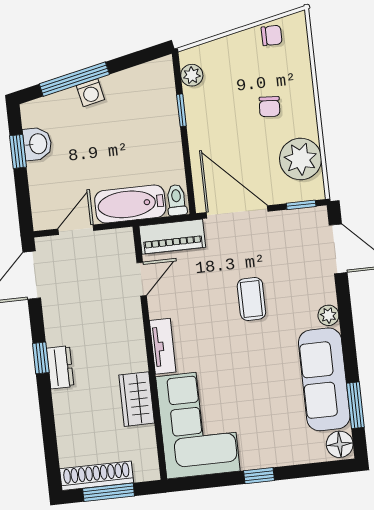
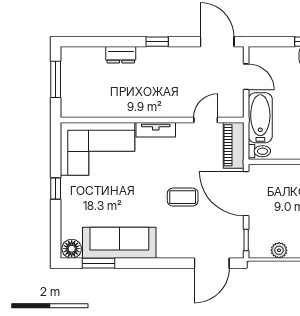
plant: (301, 159) -> (279, 250), width x0.53, depth x0.53
door: (237, 212) -> (246, 194), swing flipped
door: (142, 279) -> (206, 120), swing flipped
plant: (328, 315) -> (165, 251), removed
dresser: (60, 367) -> (121, 55), moved
wardrobe: (137, 399) -> (120, 107), removed
shoe rack: (97, 476) -> (68, 72), removed

